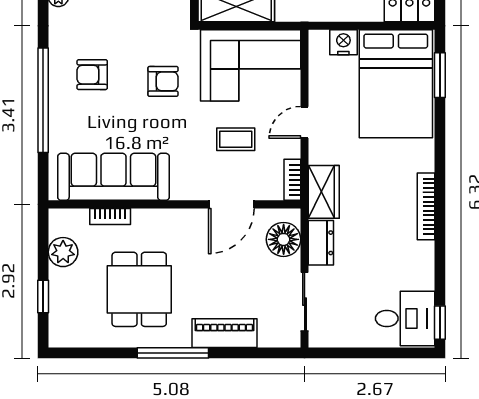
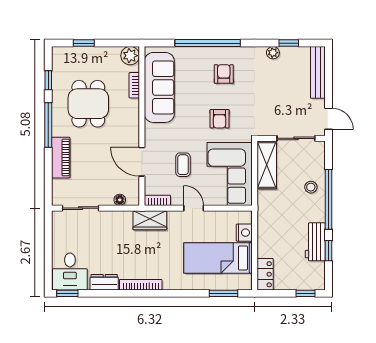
bed: (396, 84) -> (218, 258), width x0.67
floor lamp: (284, 239) -> (120, 200), width x0.53, depth x0.53
dresser: (321, 243) -> (104, 282), moved, turned 180
plant: (63, 252) -> (130, 56), moved
dining table: (139, 289) -> (88, 104), turned 90
window: (102, 353) -> (48, 80), added

